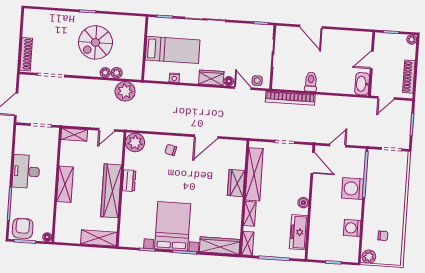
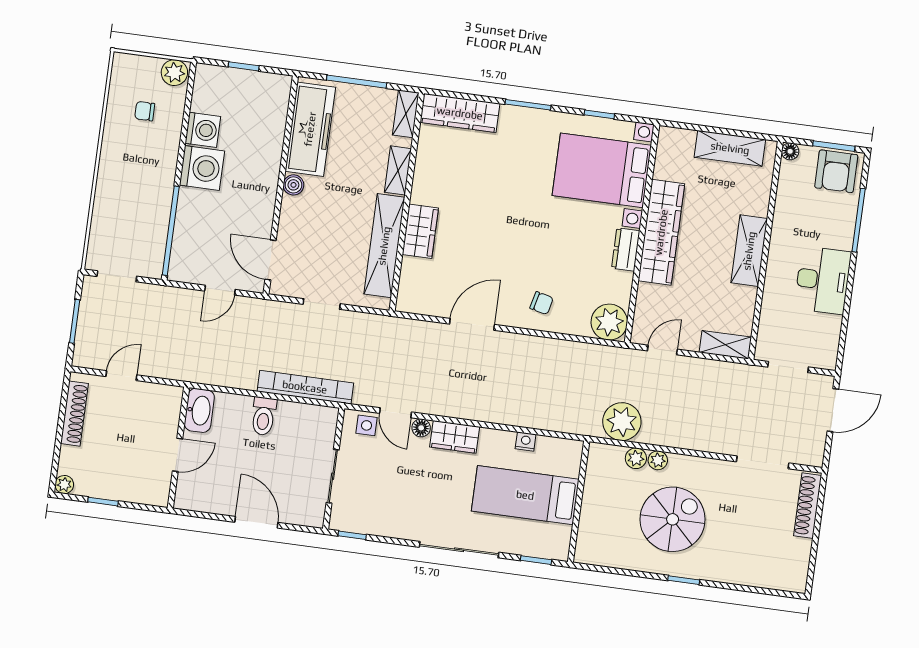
door: (372, 60) -> (178, 455), moved
wall: (372, 64) -> (179, 448), moved
washbasin: (362, 84) -> (199, 410), moved
washing machine: (353, 189) -> (202, 168), moved
bed with nightstands: (173, 226) -> (602, 170), moved, turned 90
freezer: (299, 232) -> (310, 129), width x1.36, depth x1.26
shelving: (99, 238) -> (730, 148), moved

